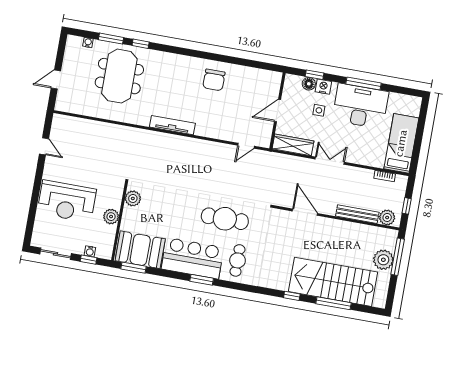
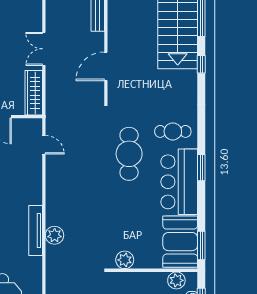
plant: (165, 141) -> (55, 235), added
plant: (111, 217) -> (176, 280), moved

